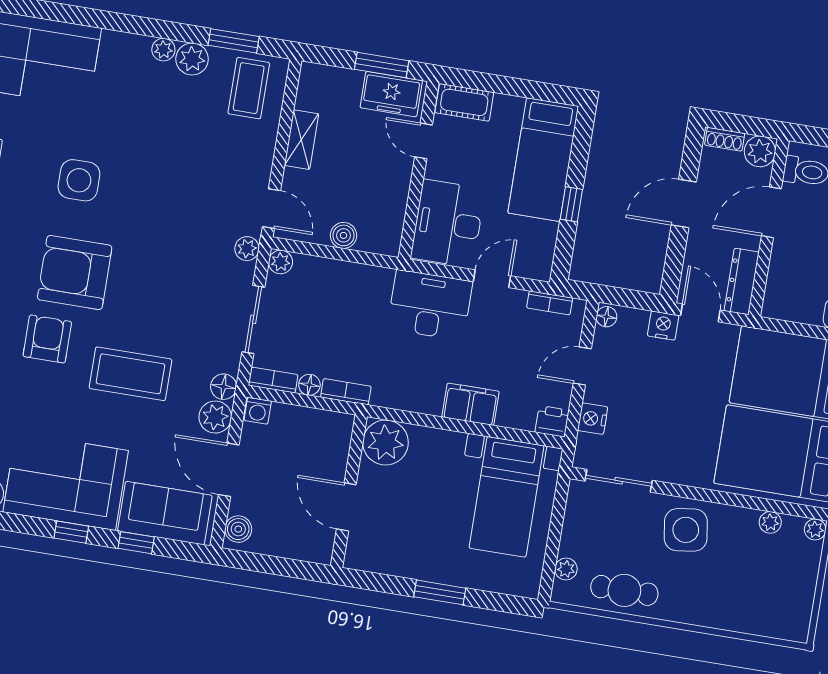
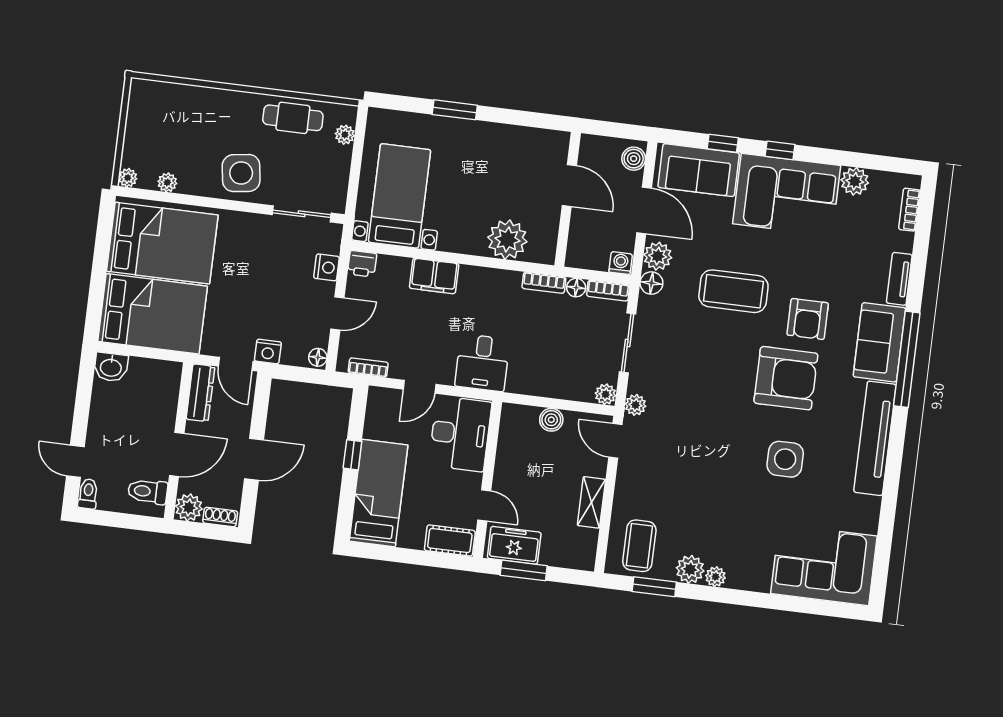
desk: (430, 305) -> (482, 363), width x0.73
wall: (349, 491) -> (568, 199), moved
door: (346, 507) -> (569, 185), moved

